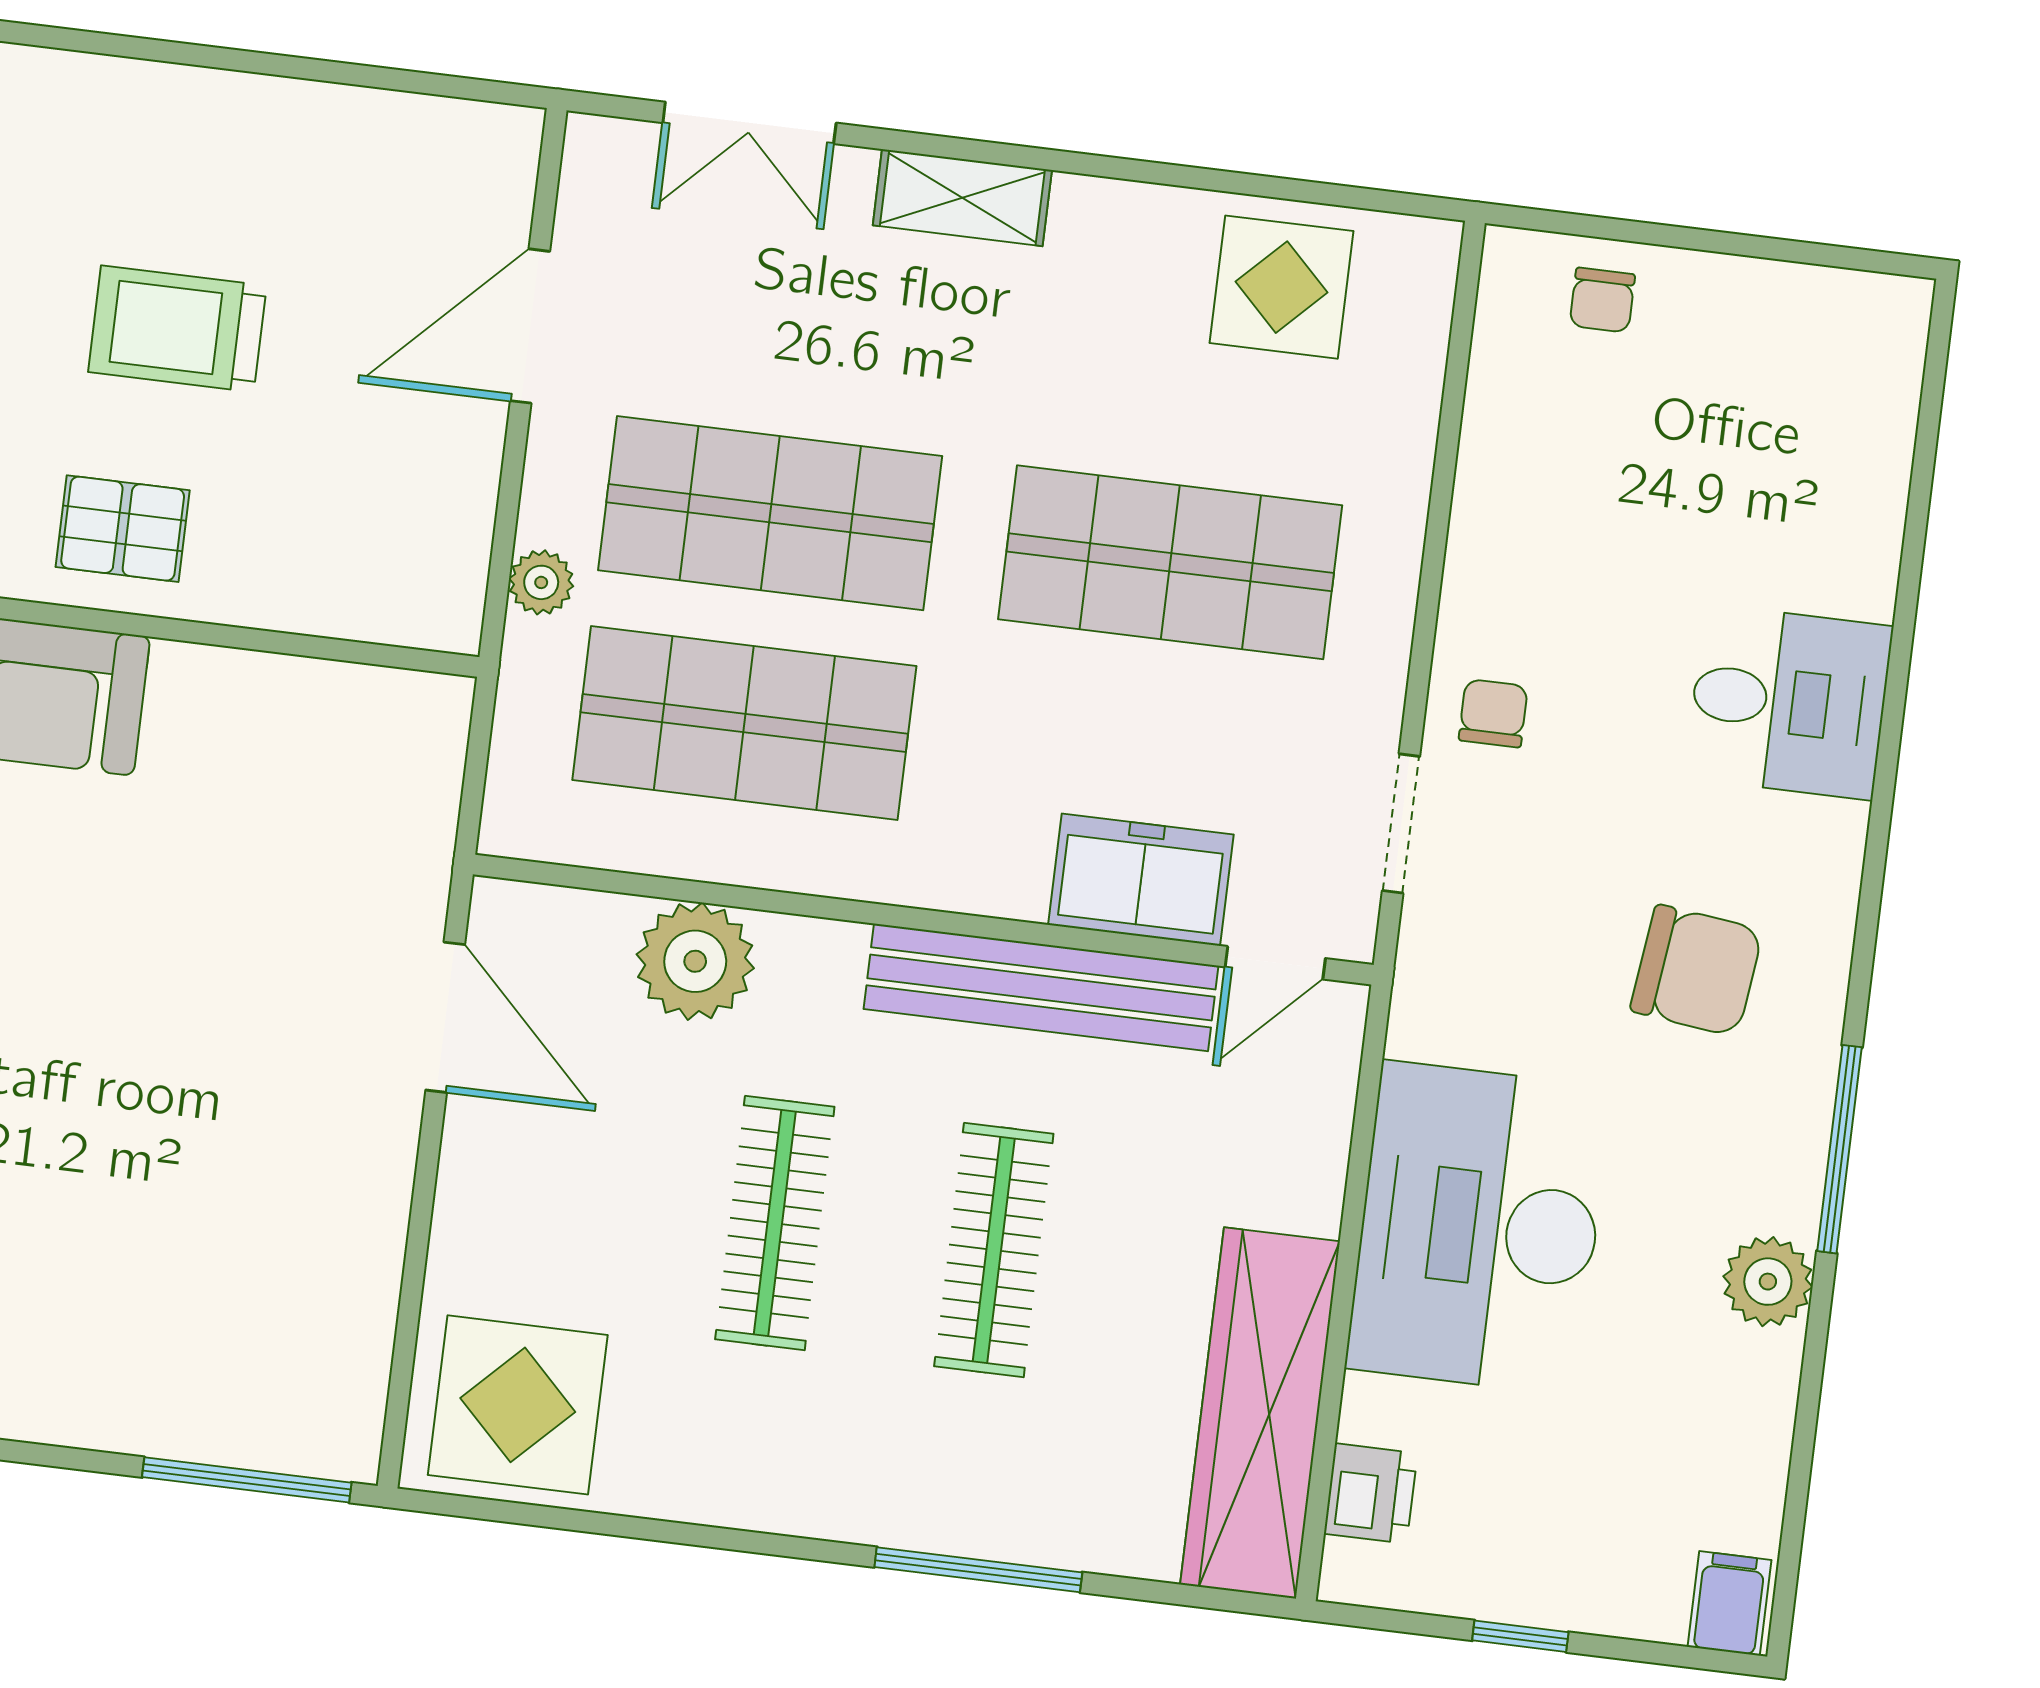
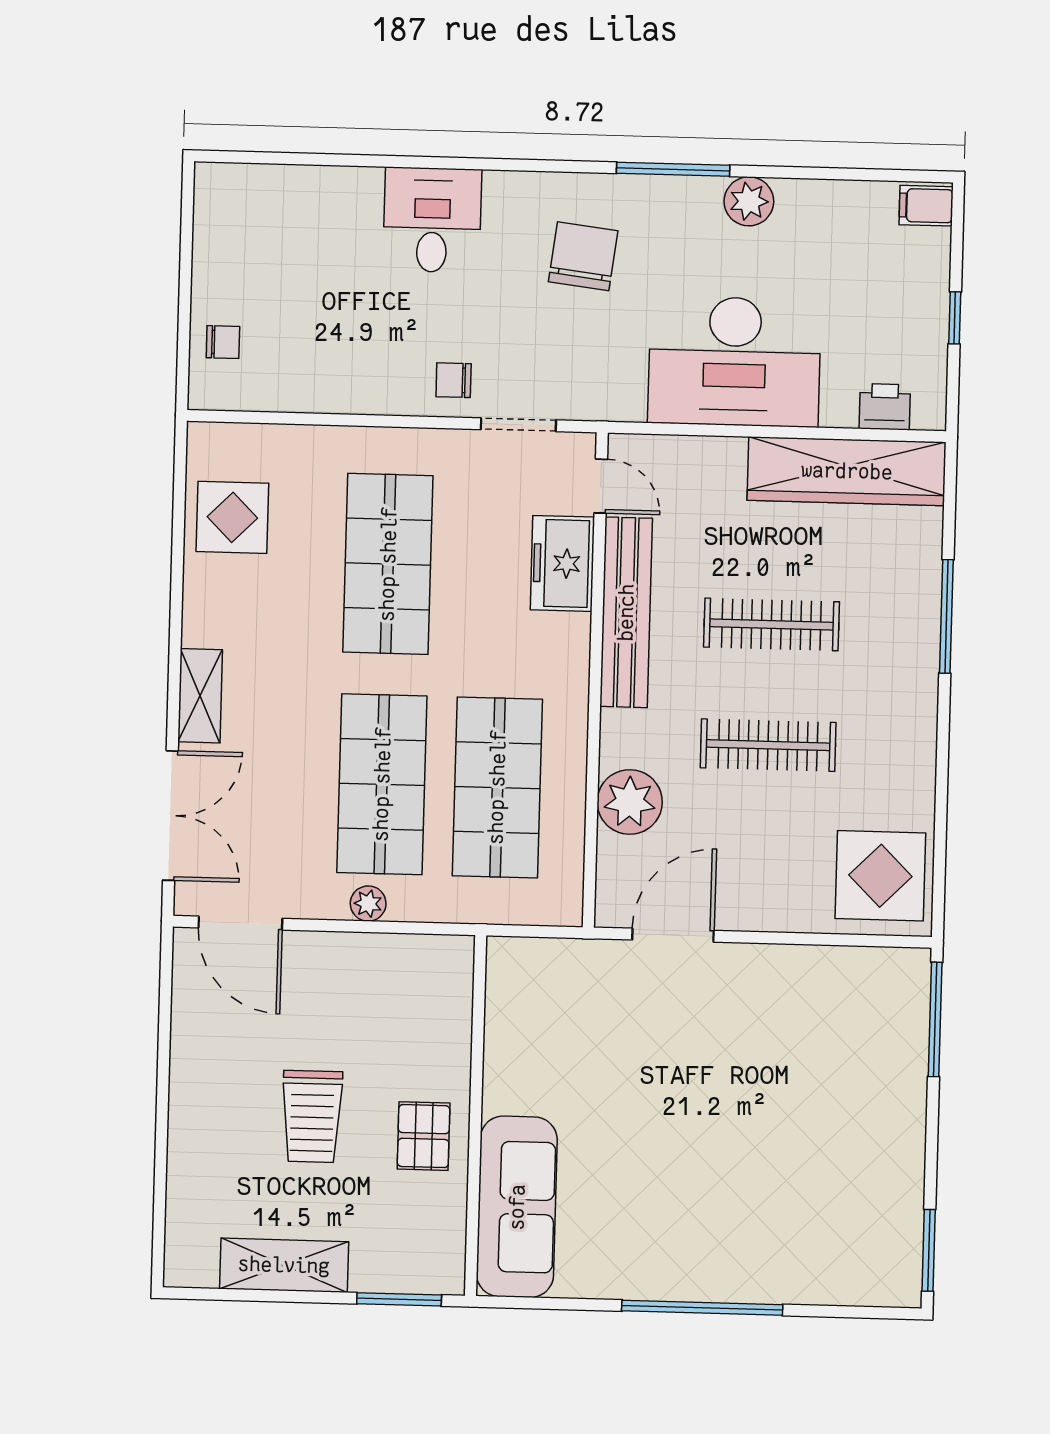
double door: (749, 123) -> (170, 816), width x1.37
door: (530, 326) -> (240, 923), moved
plant: (541, 582) -> (368, 904), moved

